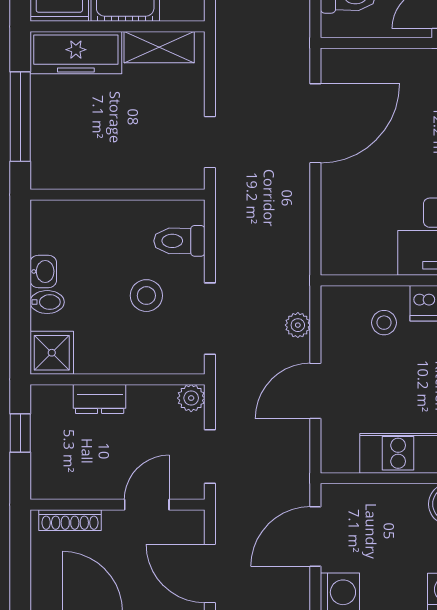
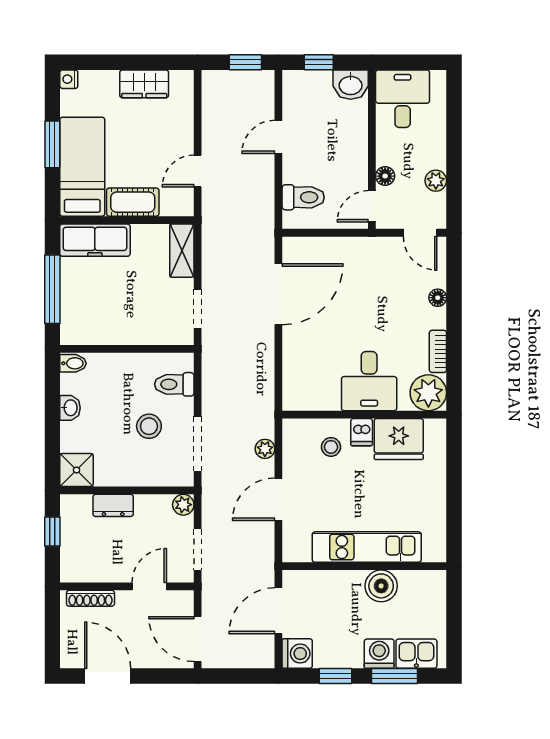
shelving: (159, 47) -> (182, 251), moved, turned 90
bidet: (47, 302) -> (73, 363), moved

